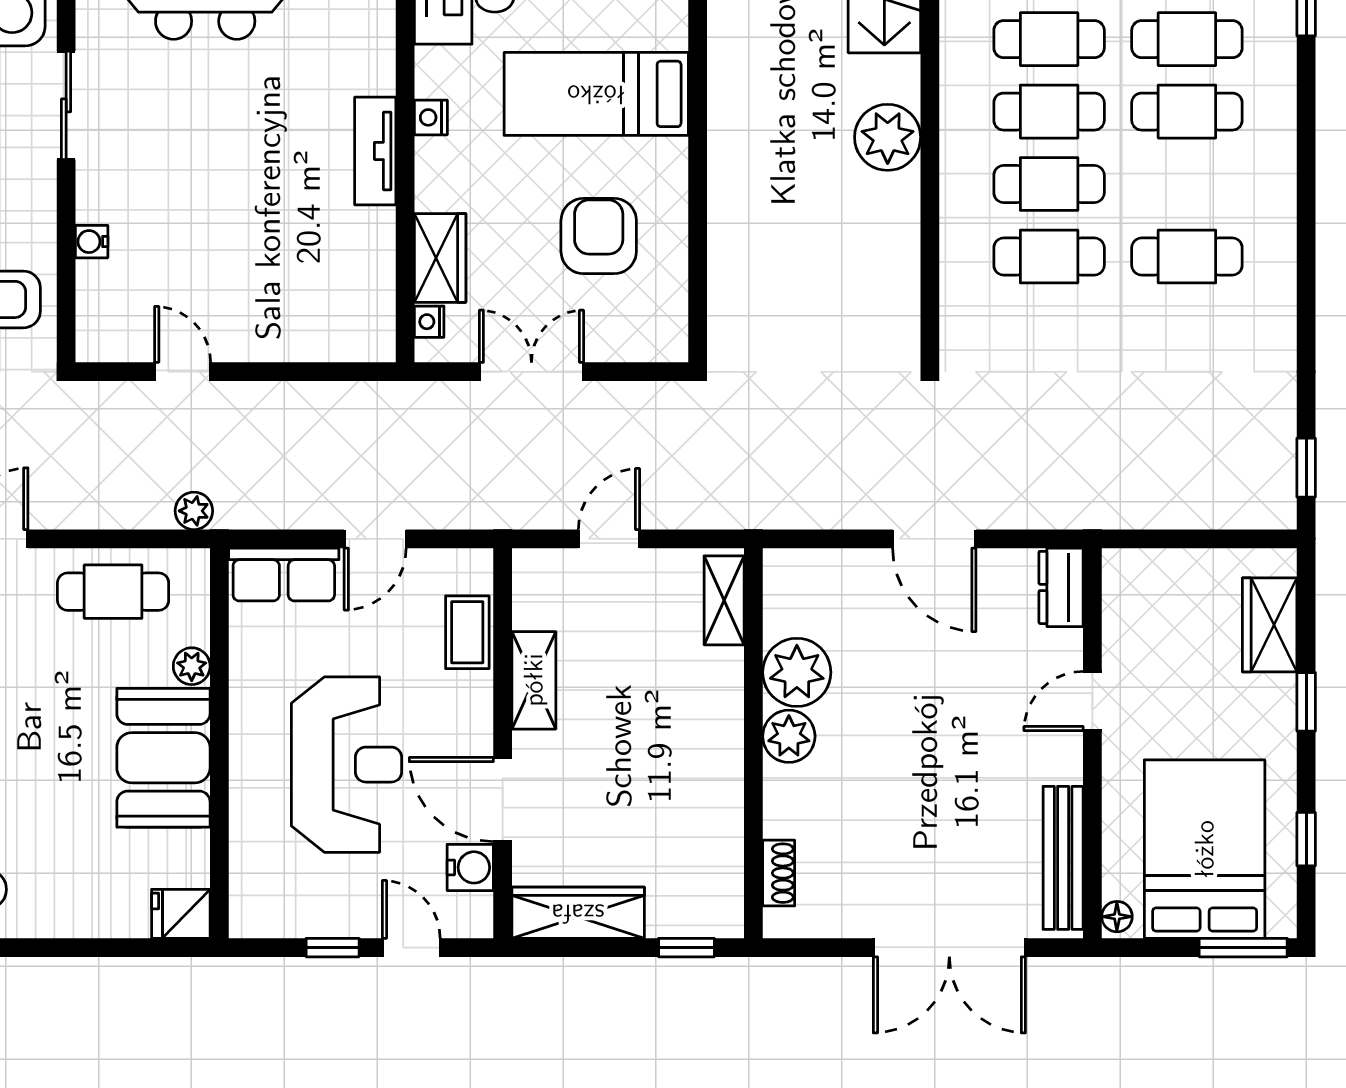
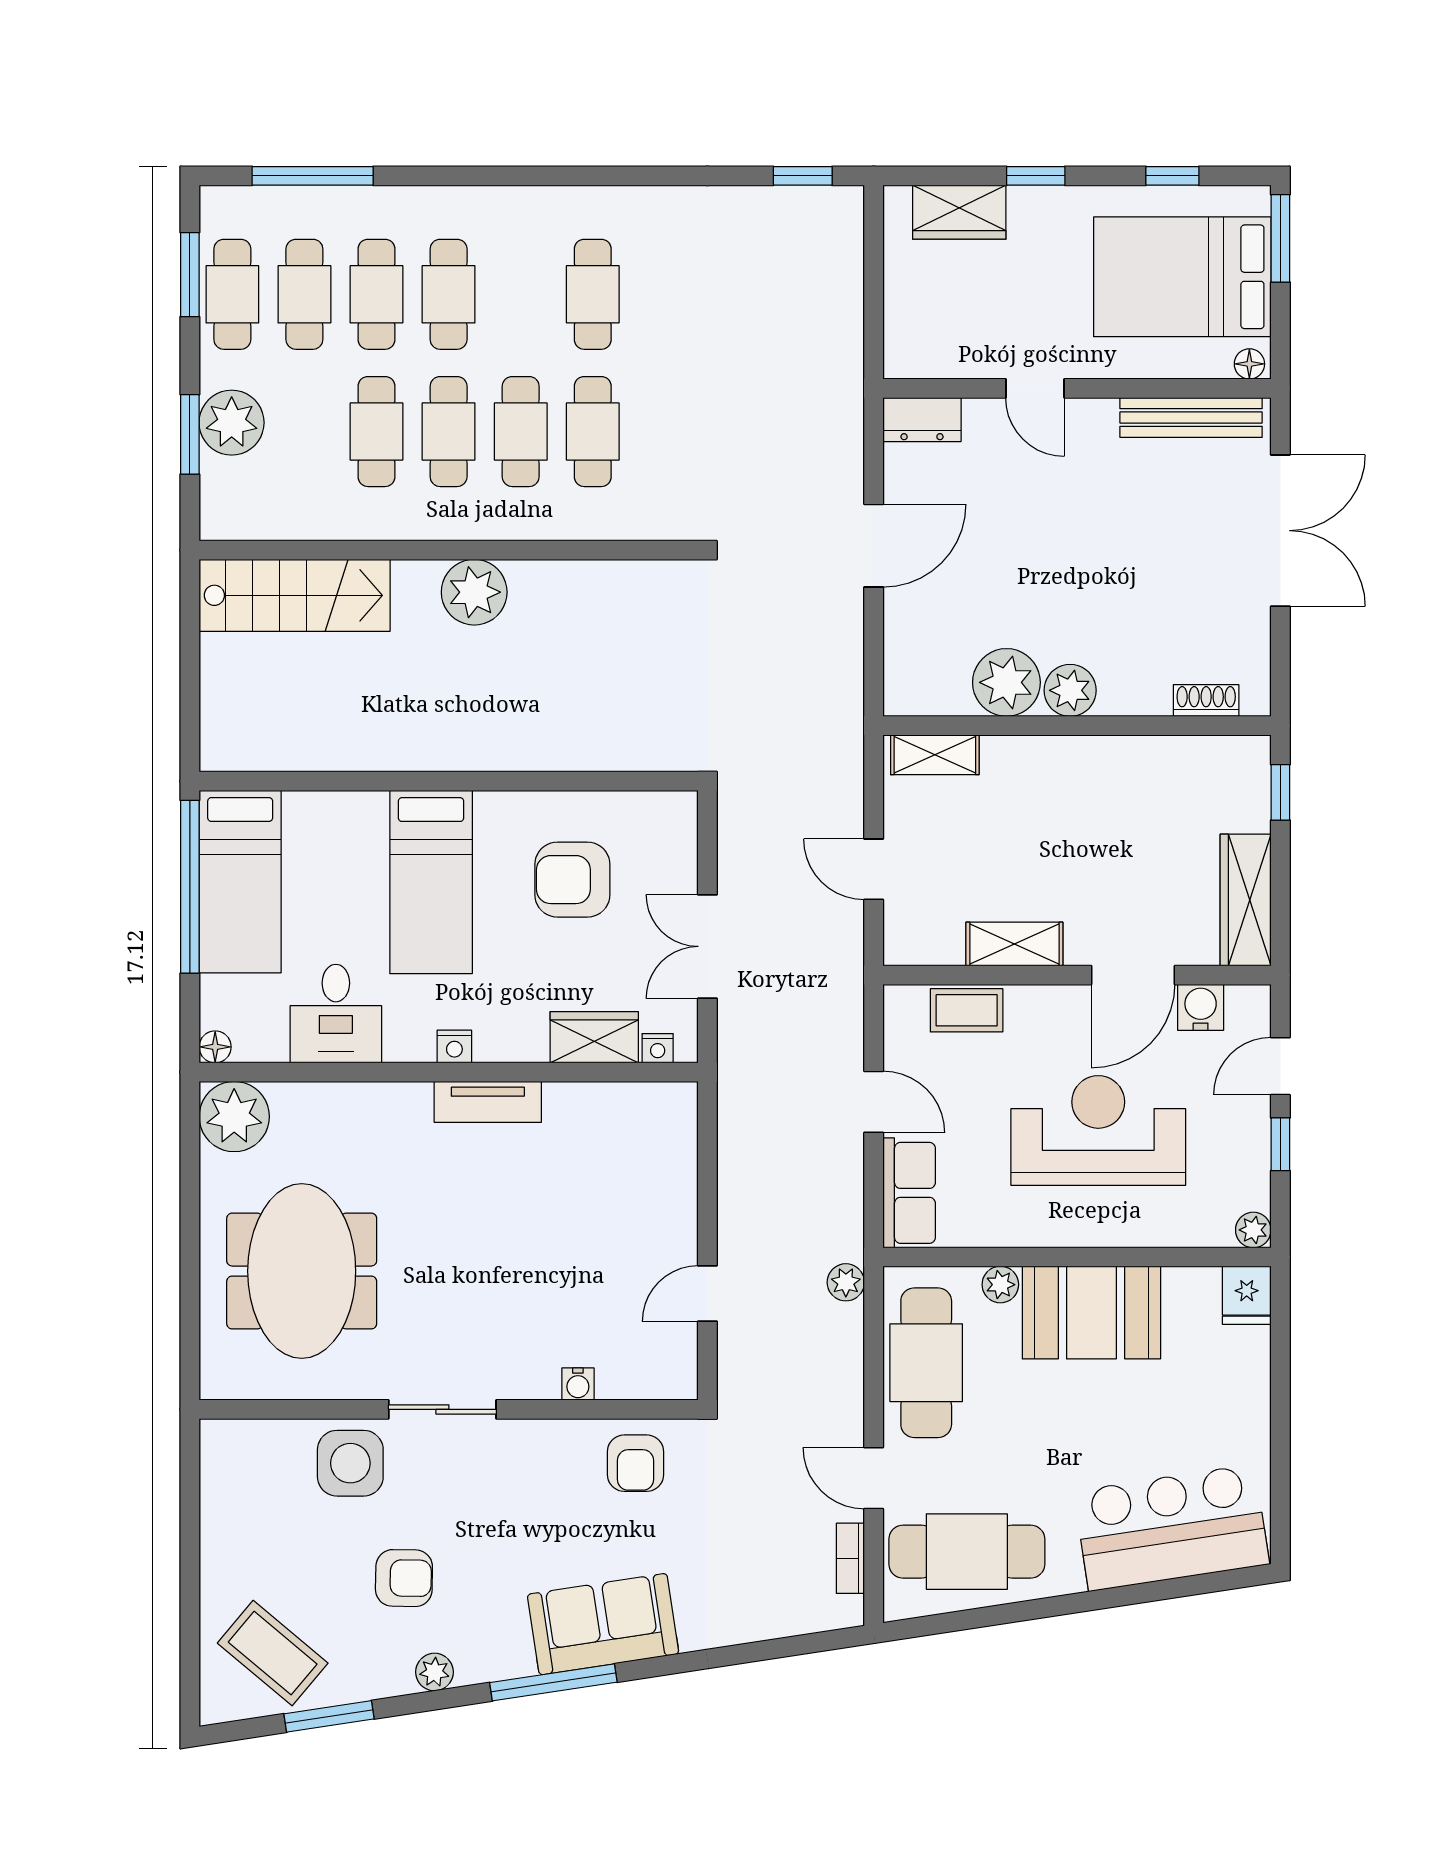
cafe table: (113, 592) -> (926, 1363), width x1.37, depth x1.35
plant: (246, 920) -> (1253, 1230), added

